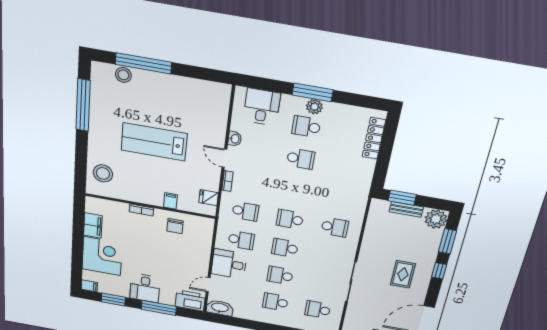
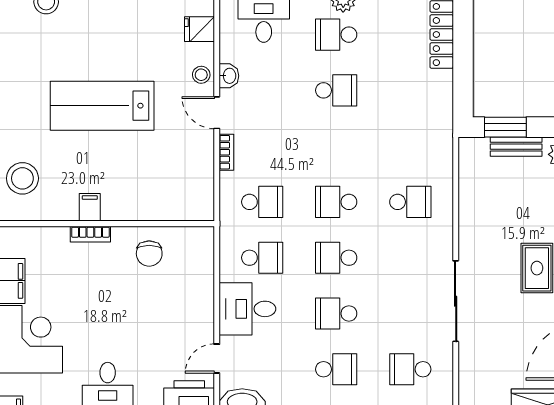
stool: (217, 135) -> (201, 75), added
fridge: (209, 198) -> (199, 29), moved
filing cabinet: (170, 201) -> (90, 207), moved
school desk: (275, 302) -> (336, 369), turned 180

